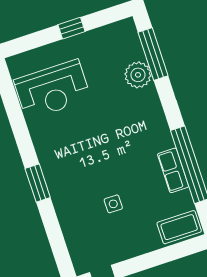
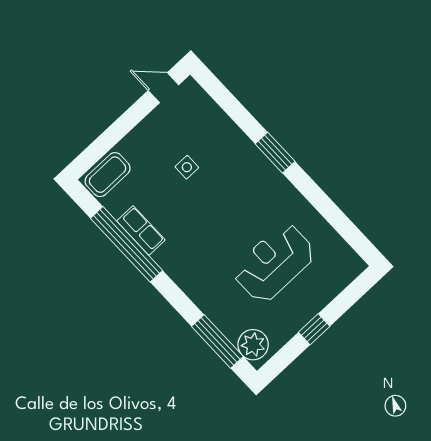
plant: (138, 75) -> (253, 345), moved
reception desk: (52, 90) -> (274, 263), moved

